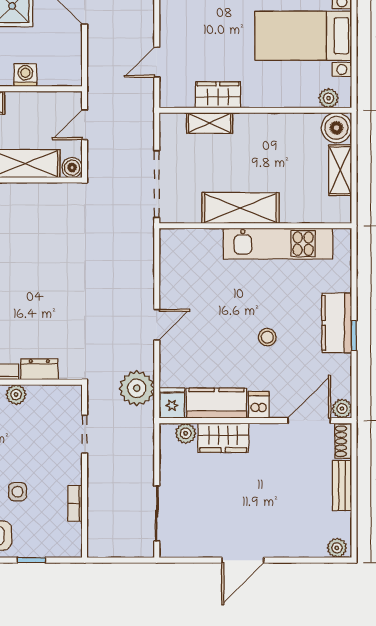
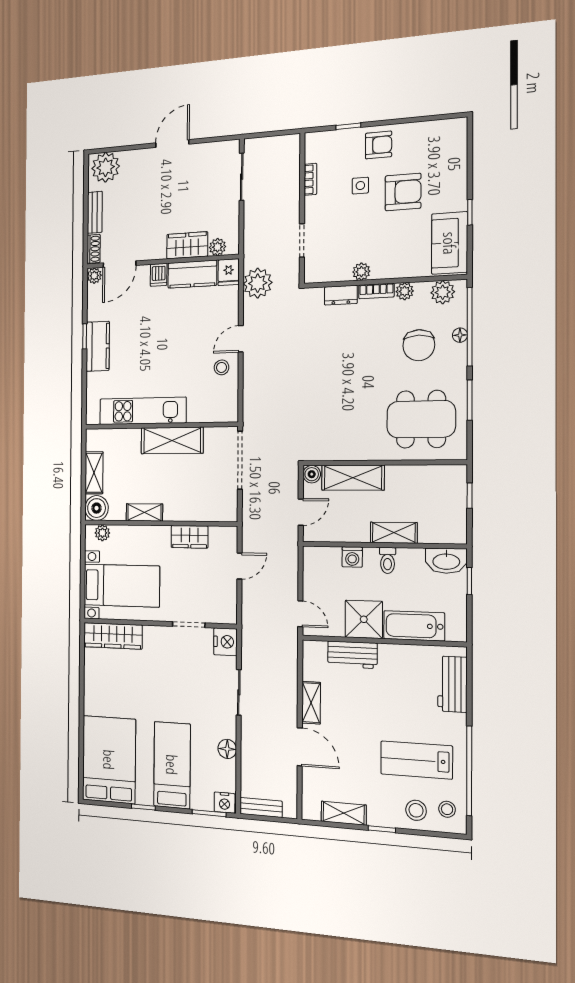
shelving: (210, 123) -> (144, 512), moved
stool: (267, 337) -> (222, 367), moved
plant: (337, 548) -> (106, 167), width x1.88, depth x1.88

